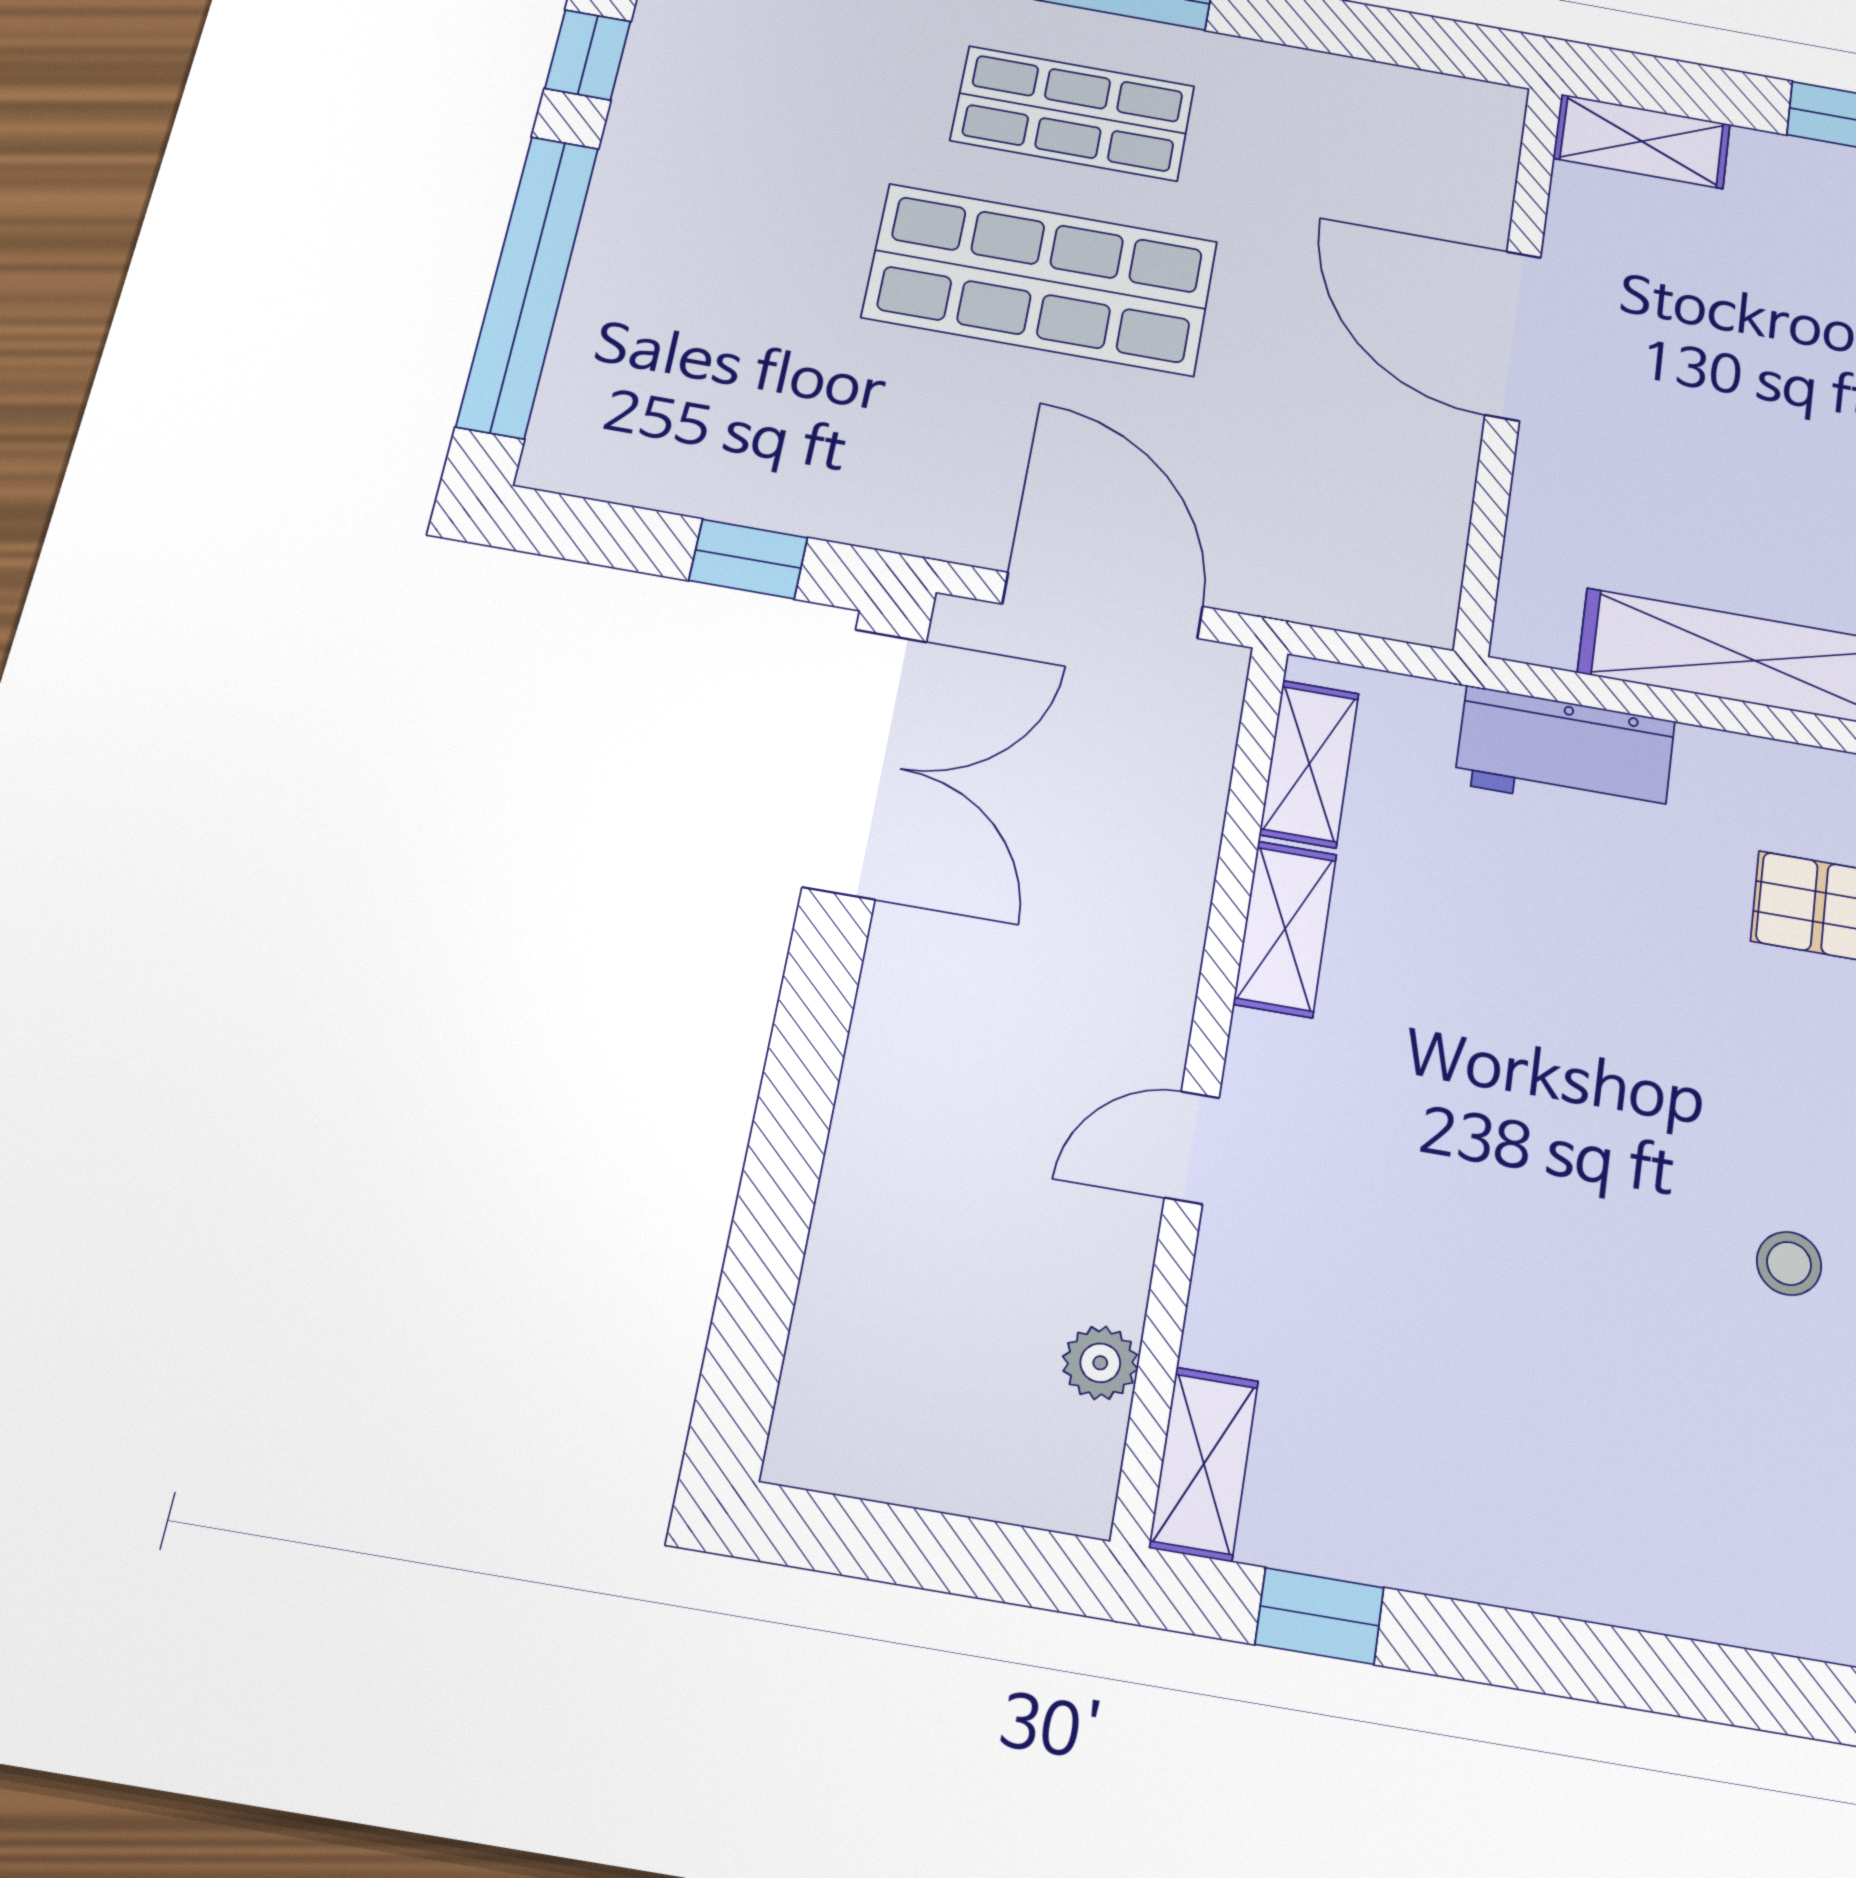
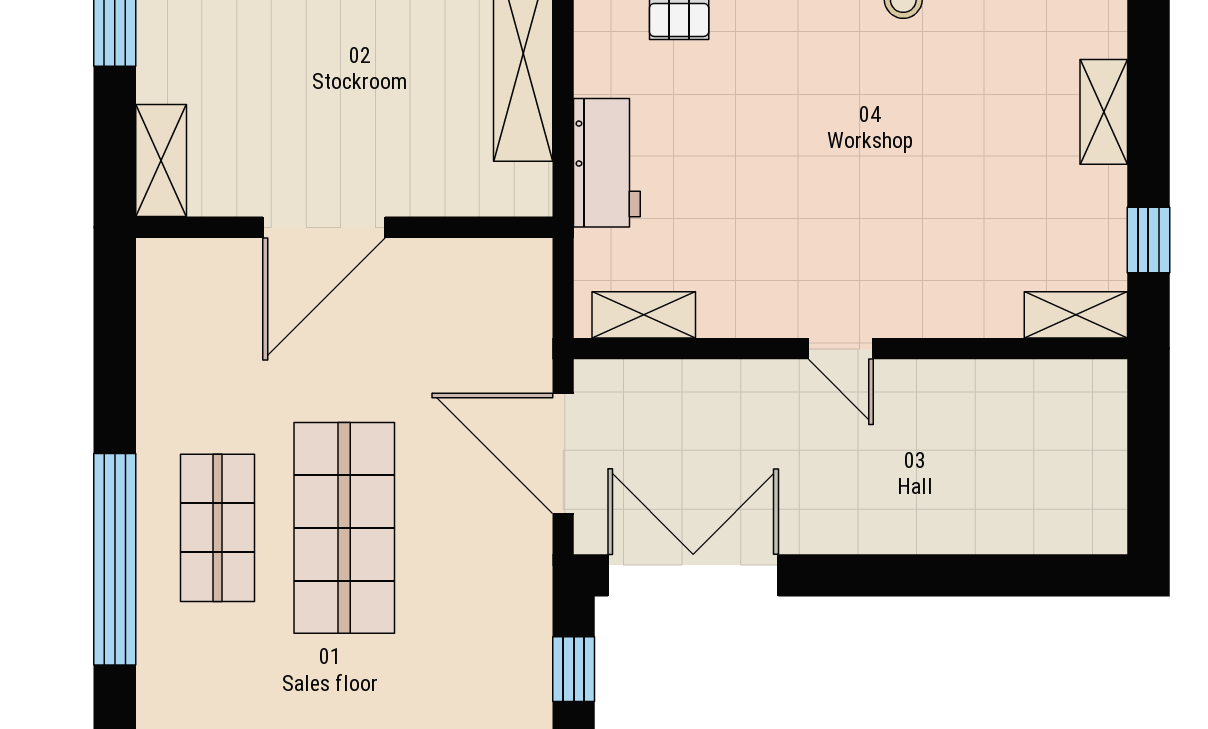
door: (1103, 605) -> (563, 453), hinge flipped
shelving: (1285, 929) -> (1104, 112), moved, turned 90
door: (1192, 1148) -> (841, 349), moved
plant: (1100, 1363) -> (1029, 380), removed

